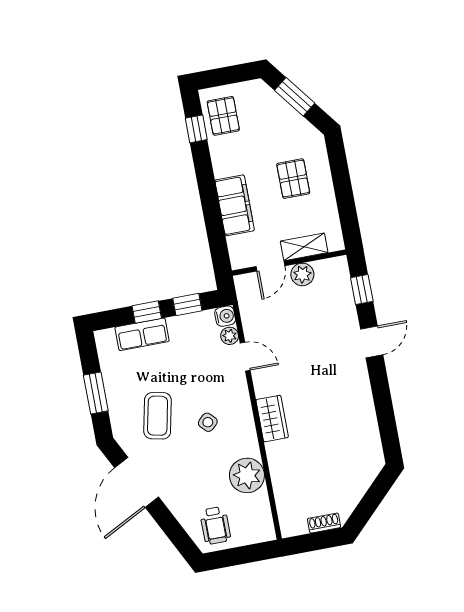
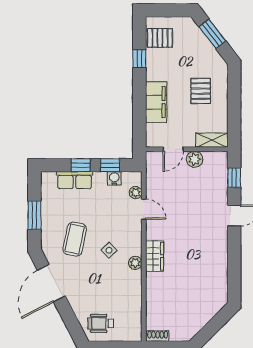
pallet: (223, 116) -> (160, 38), turned 90
window: (196, 129) -> (139, 59), moved
shelving: (304, 247) -> (212, 140), moved
water cooler: (225, 316) -> (114, 178), moved, turned -90
plant: (247, 475) -> (135, 263), moved, width x0.53, depth x0.53
shoe rack: (324, 523) -> (158, 336), moved
wheelchair: (215, 525) -> (101, 323), turned 90

